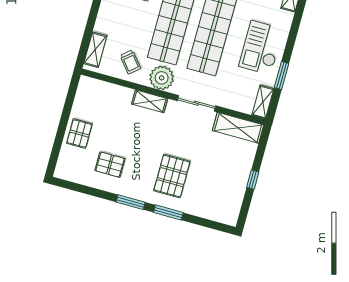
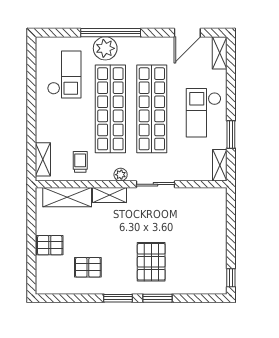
trolley: (130, 62) -> (80, 162), turned -140
plant: (162, 78) -> (121, 175), width x0.53, depth x0.53
shelving: (238, 128) -> (67, 197), moved
pallet: (79, 134) -> (50, 245), turned 90
window: (253, 180) -> (231, 278), moved

